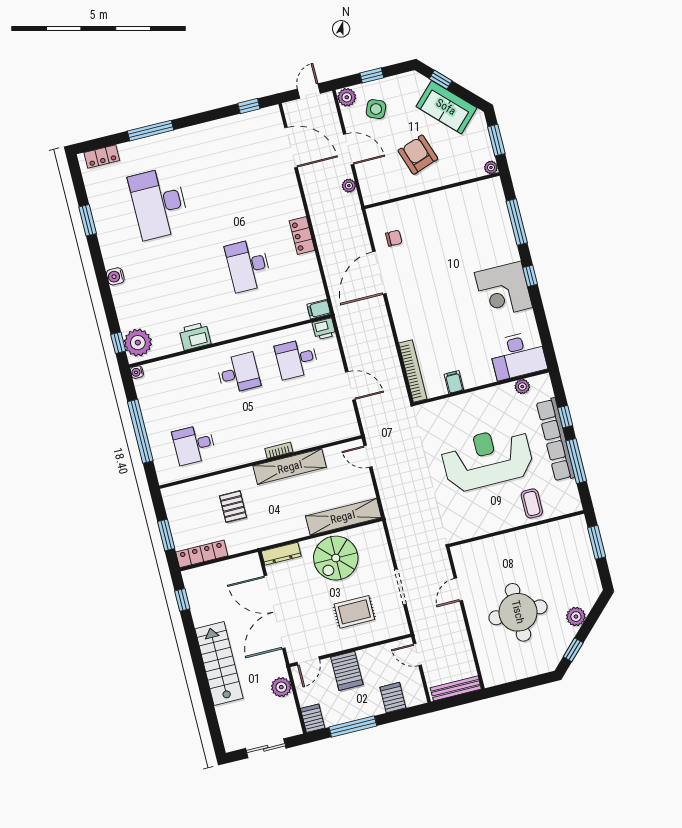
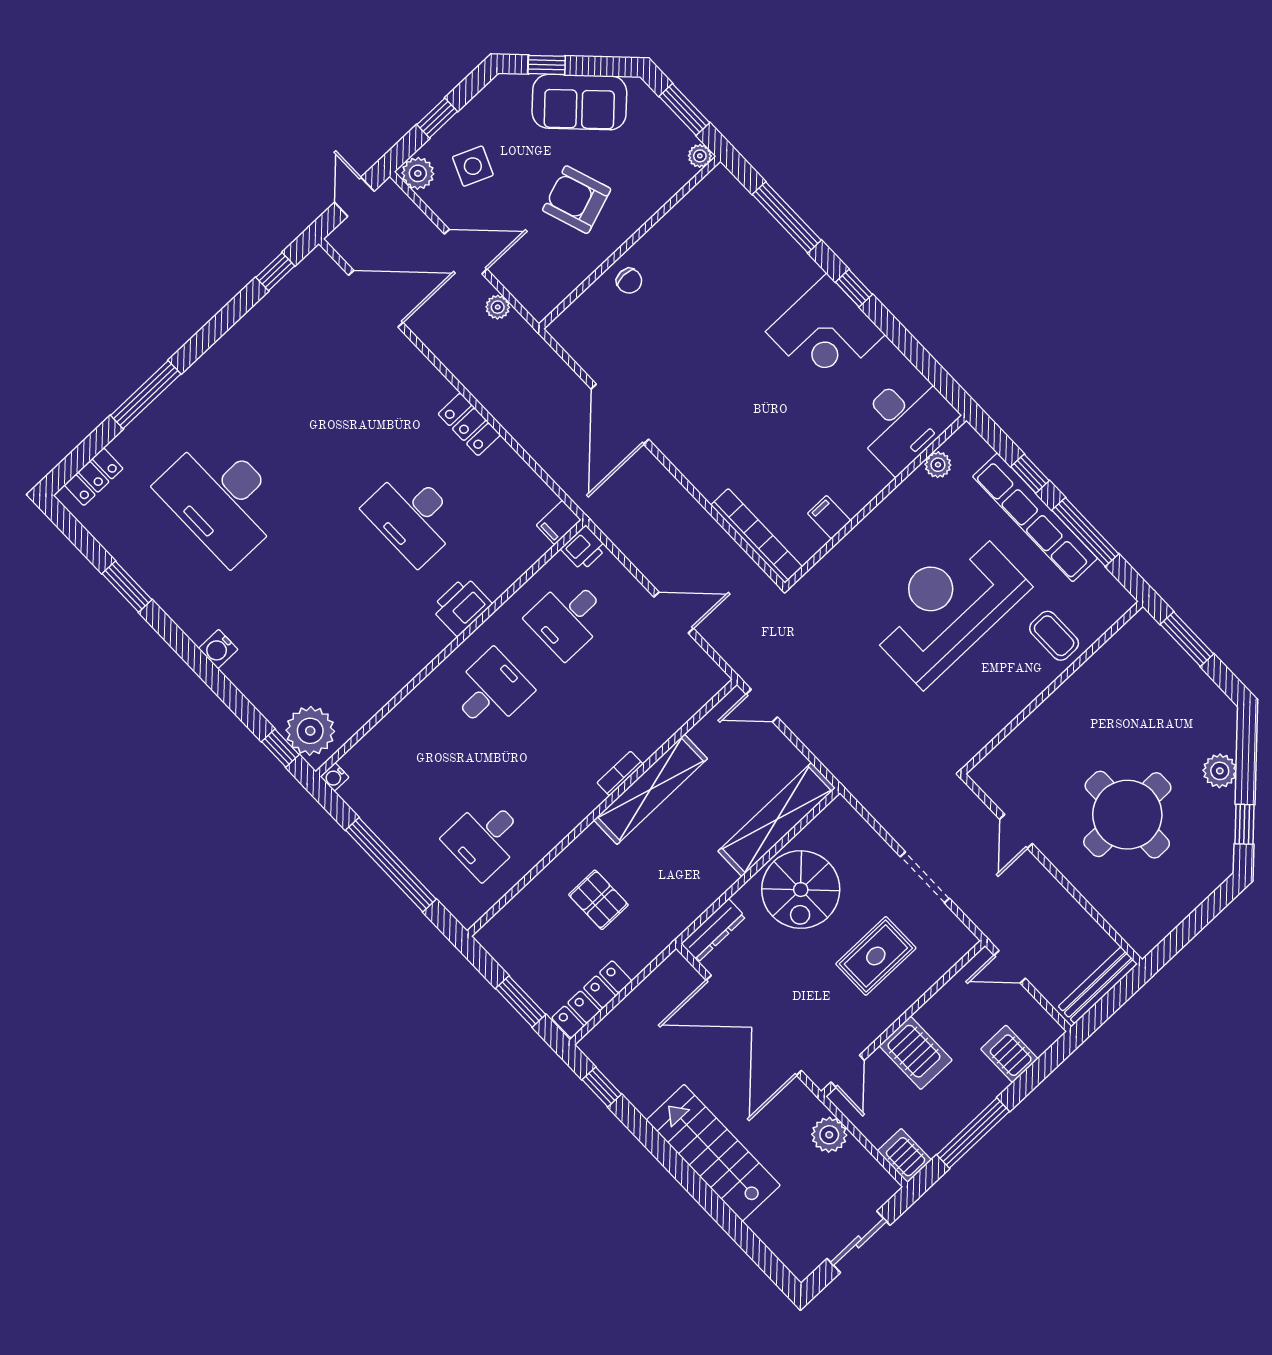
chair: (394, 238) -> (629, 281), moved, turned 90
printer: (195, 336) -> (461, 606), moved

